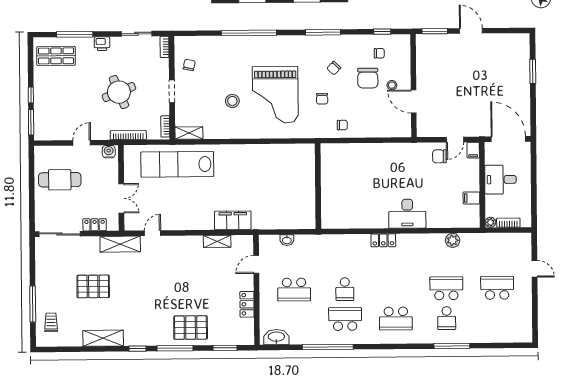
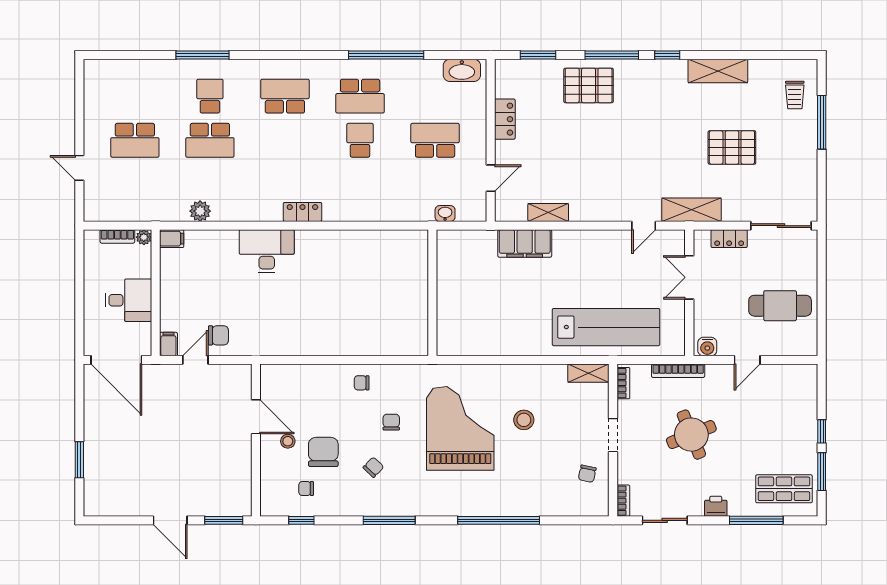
window: (31, 122) -> (822, 472), moved
wall: (318, 186) -> (432, 293), moved
filing cabinet: (471, 198) -> (172, 239), moved

